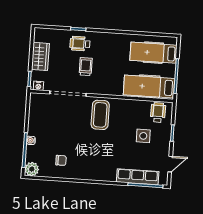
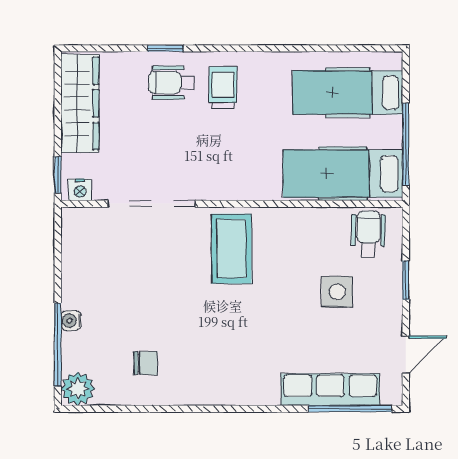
wardrobe: (40, 56) -> (80, 103), width x1.50
trolley: (86, 67) -> (223, 88), moved

